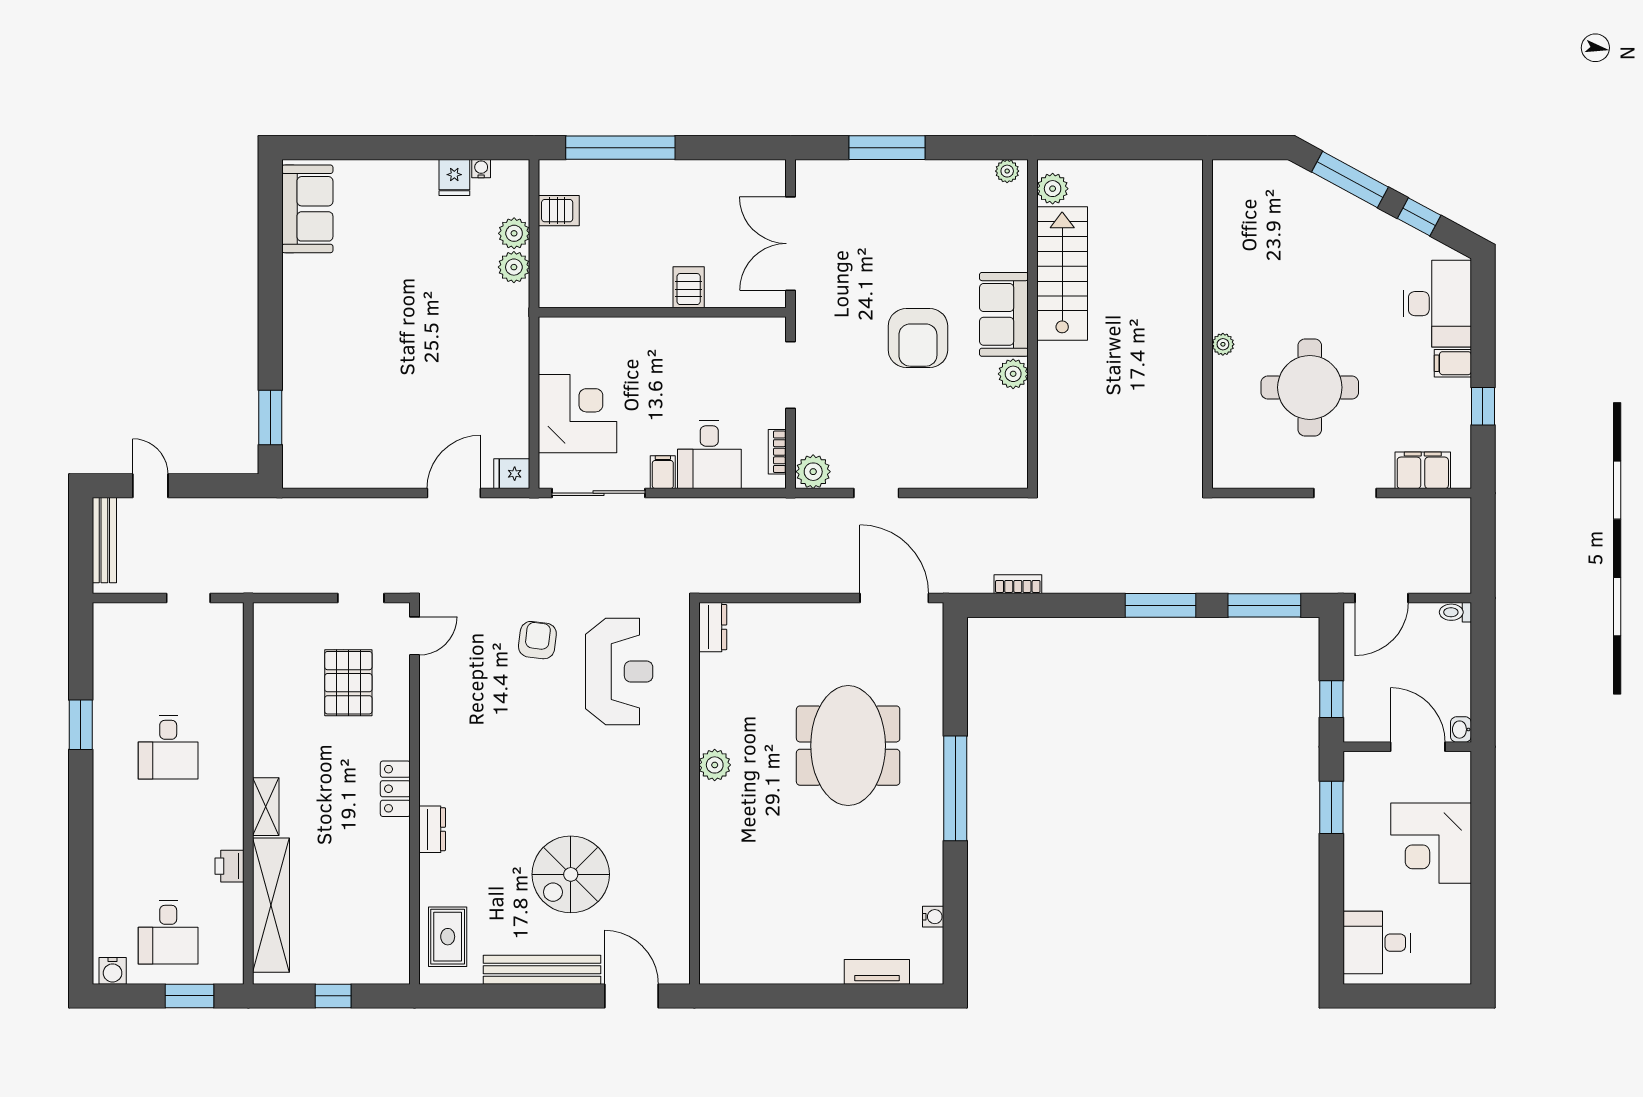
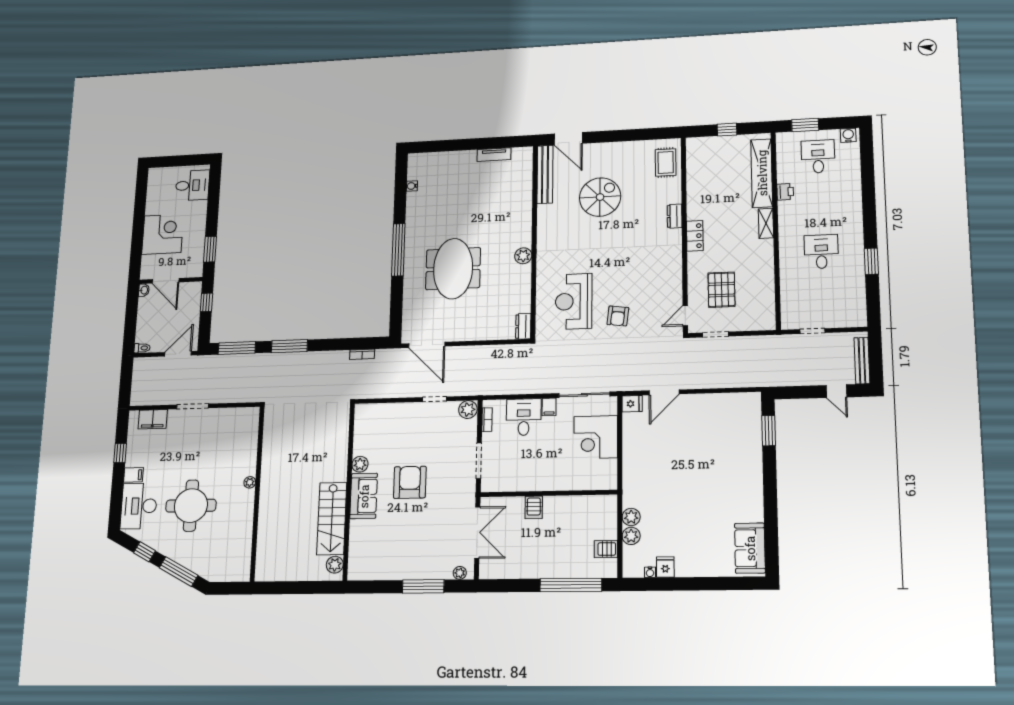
plant: (1007, 171) -> (460, 573), moved
round table: (1310, 387) -> (191, 506), moved
bench: (542, 970) -> (545, 174), moved, turned 90
tv unit: (877, 972) -> (494, 155), moved

